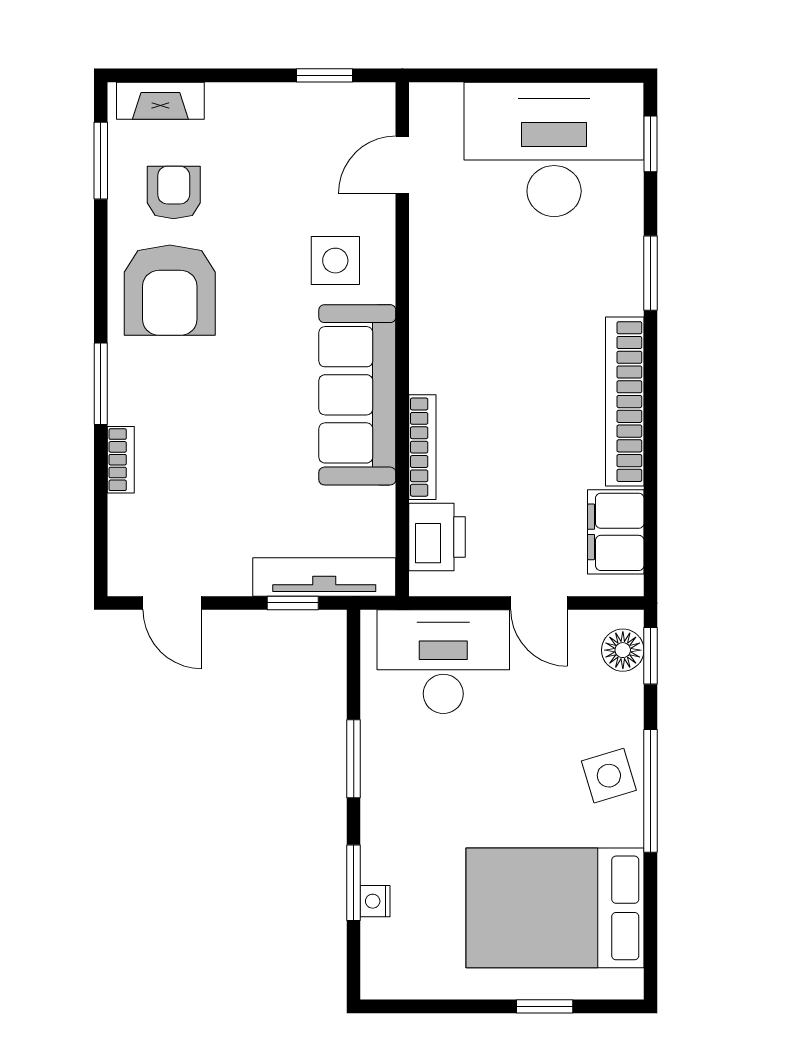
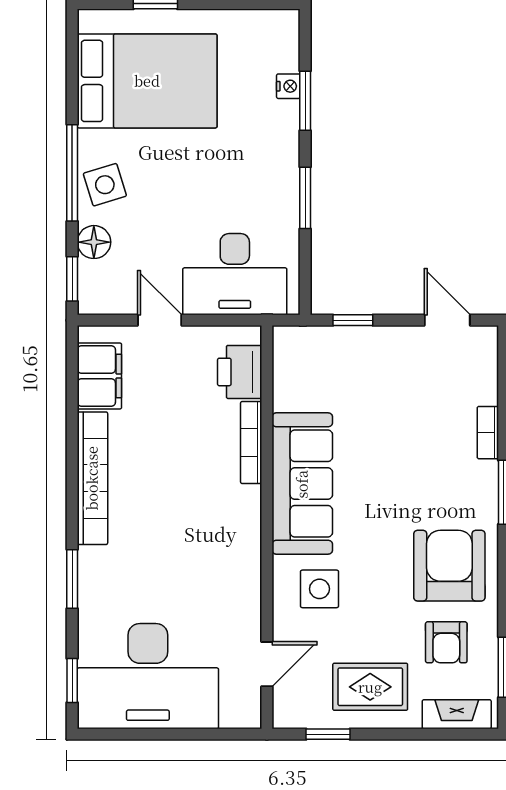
rug: (271, 136) -> (370, 687), added
tv unit: (324, 577) -> (328, 341), removed
floor lamp: (623, 650) -> (94, 242), moved

